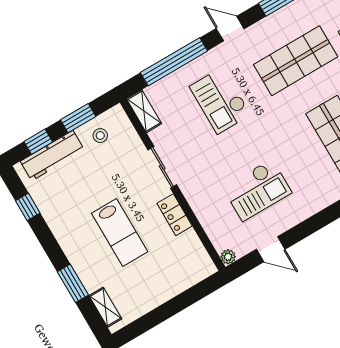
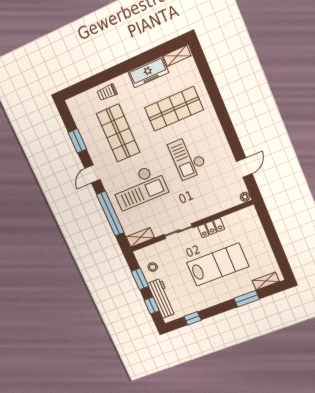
checkout: (220, 101) -> (139, 187), width x1.36, depth x1.21
checkout: (257, 190) -> (188, 158), moved, turned 180
lab bench: (120, 232) -> (218, 265), width x1.36, depth x1.39

